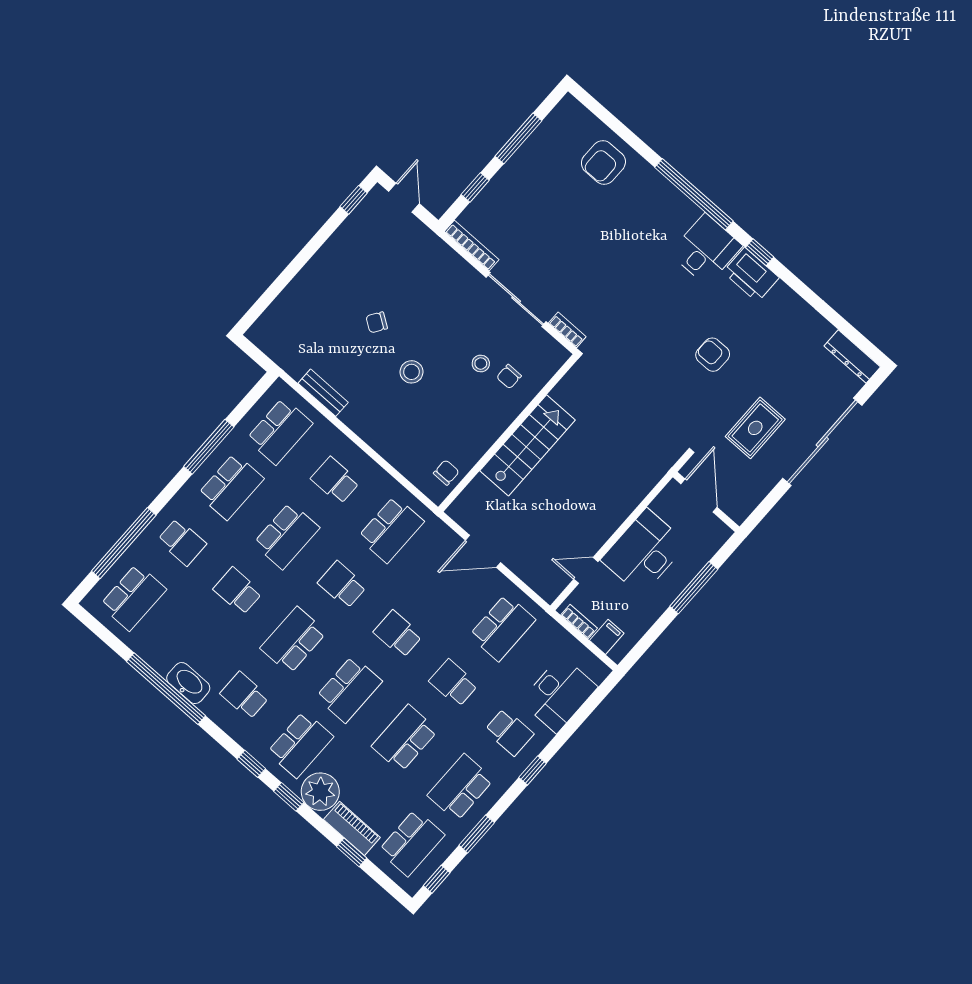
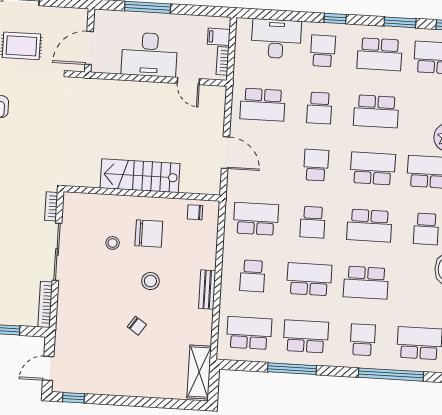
shelving: (280, 349) -> (199, 372), added
chair: (509, 377) -> (149, 233), moved, width x1.87, depth x1.87
bench: (323, 393) -> (207, 290), moved
school desk: (238, 591) -> (366, 283), width x1.85
school desk: (502, 628) -> (263, 105), turned 180
school desk: (398, 634) -> (316, 165), turned 180

